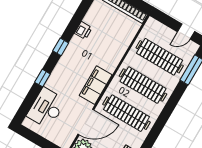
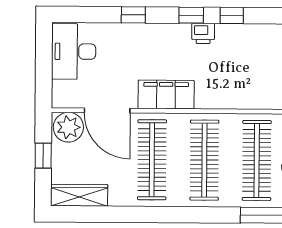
window: (73, 25) -> (232, 16), added
printer: (83, 31) -> (203, 33), moved
desk: (46, 108) -> (74, 51), moved, turned -90

